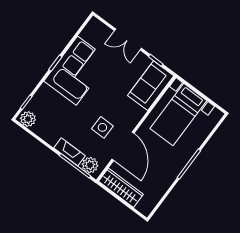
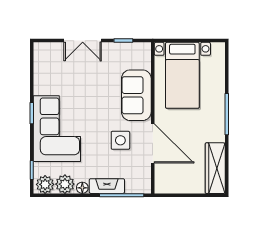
corner sofa: (77, 71) -> (57, 129), moved
sofa: (151, 86) -> (136, 95), moved
floor lamp: (52, 140) -> (82, 188), added
plant: (90, 165) -> (65, 184), moved
wardrobe: (121, 188) -> (215, 168), moved, turned -90

